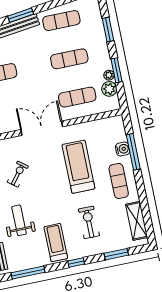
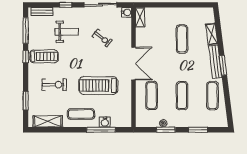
plant: (109, 89) -> (153, 121), removed
treadmill: (78, 167) -> (98, 86), turned 180
window: (76, 262) -> (26, 57), moved

